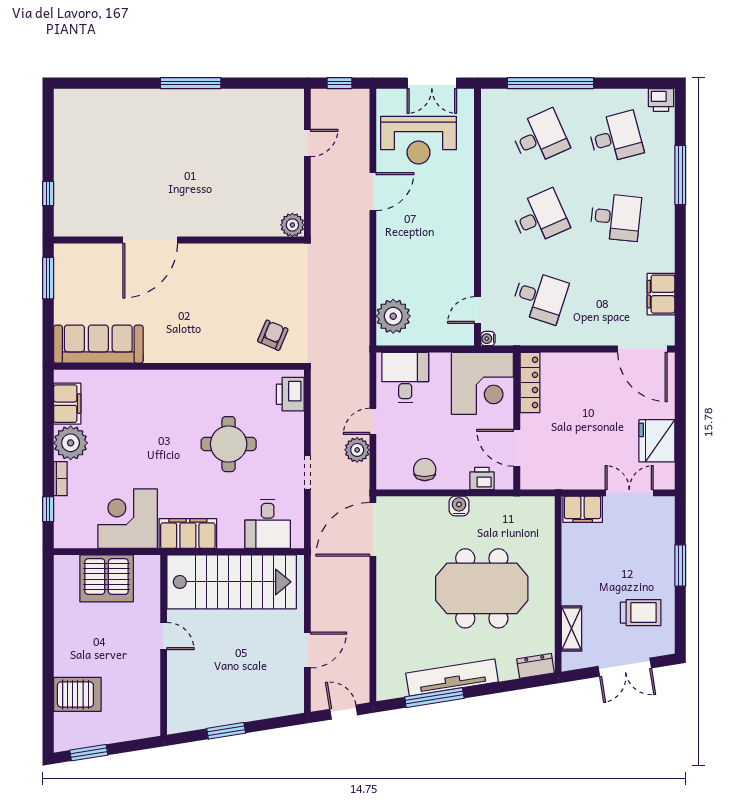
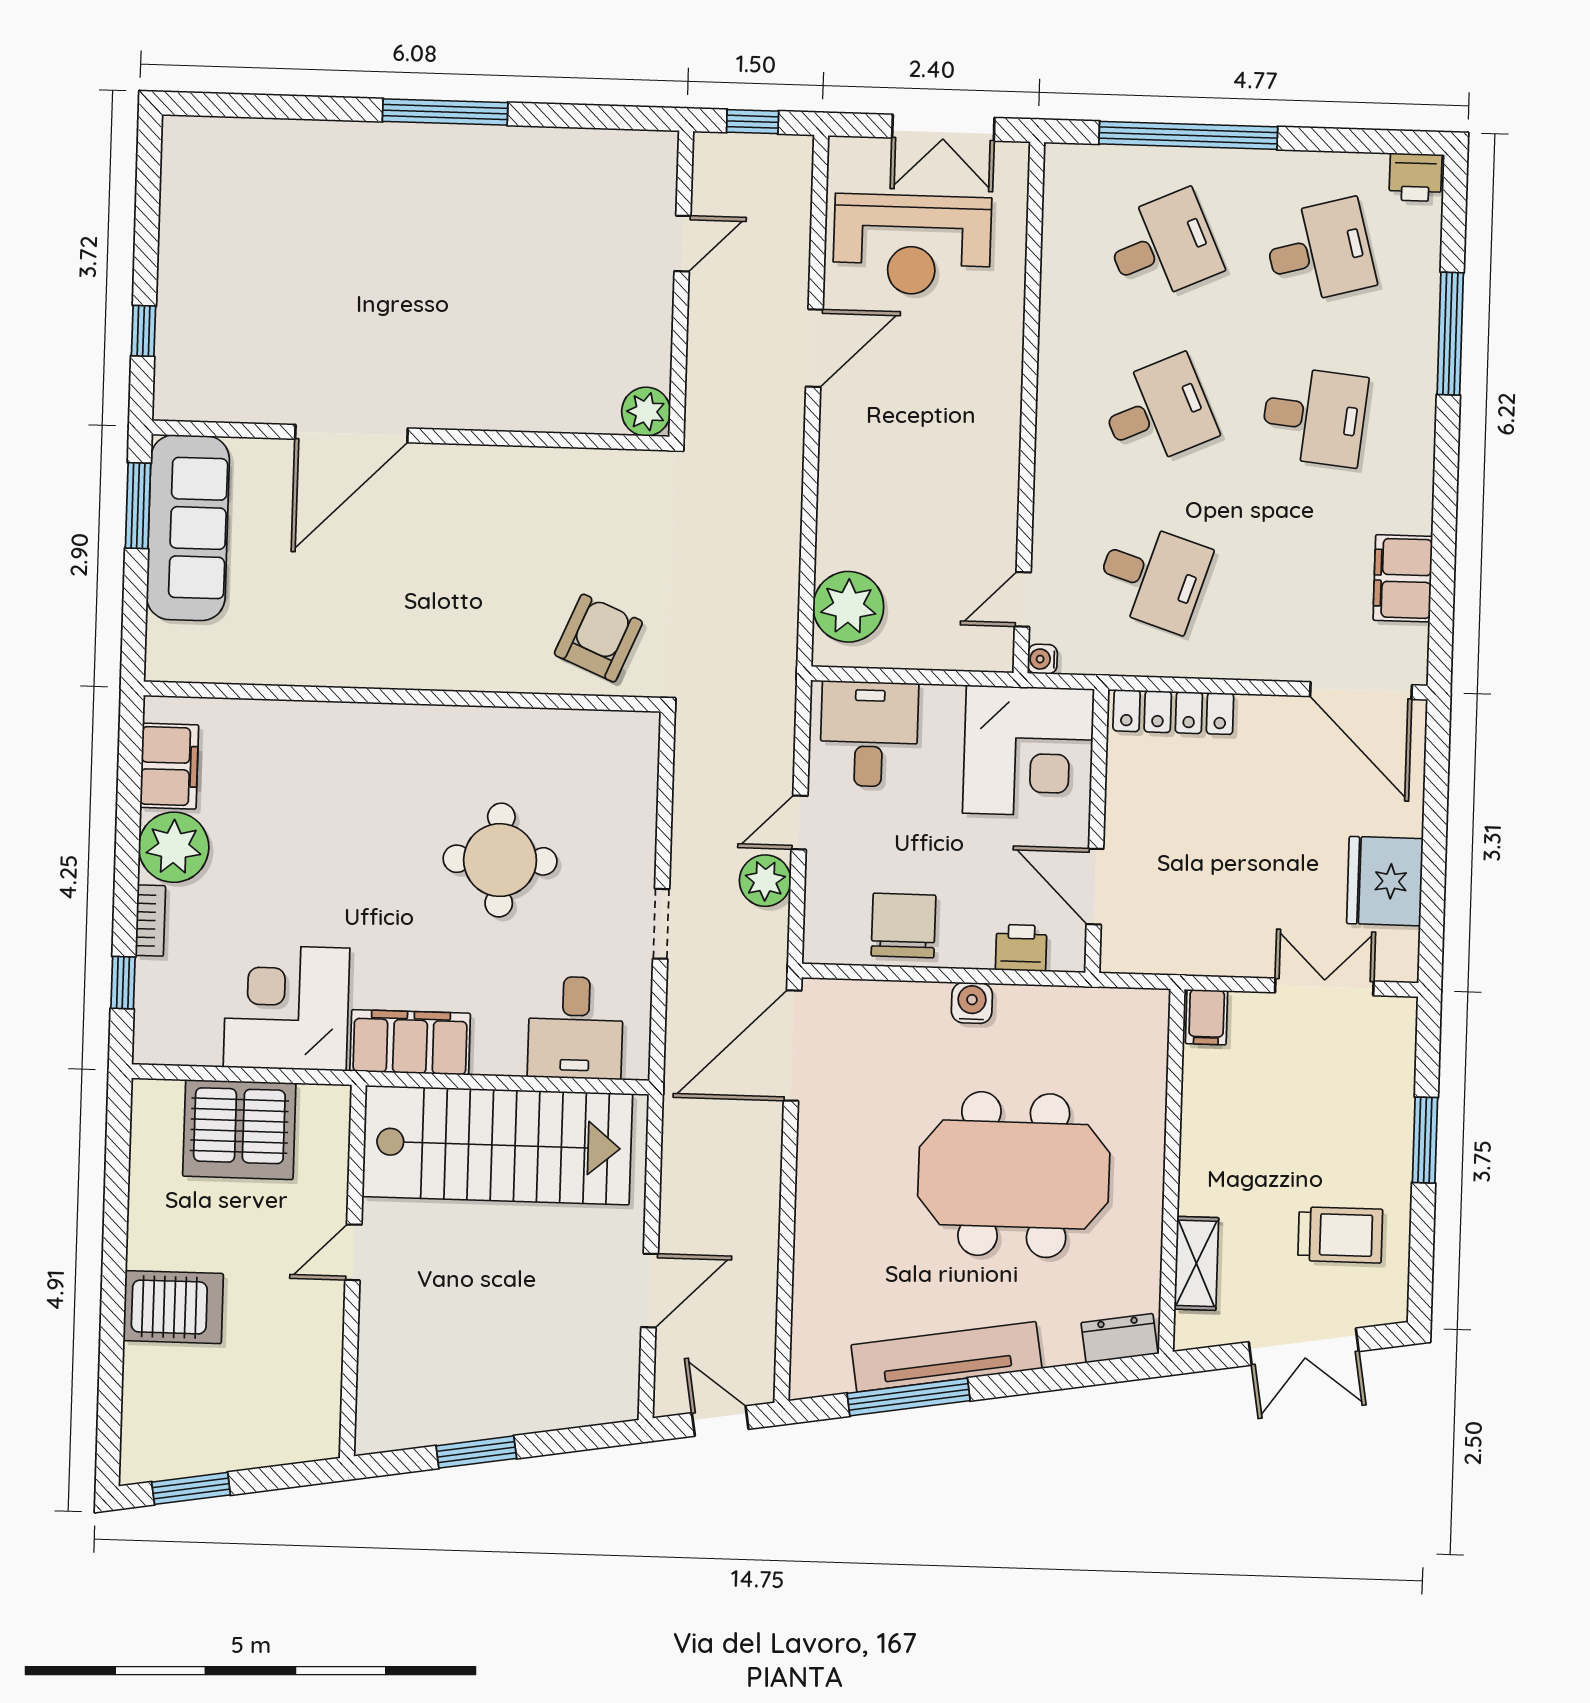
armchair: (273, 335) -> (598, 638), width x1.38, depth x1.38
sofa: (98, 344) -> (188, 528), moved, turned 90
locker: (530, 382) -> (1173, 712), moved, turned 90
printer: (290, 394) -> (631, 761), removed
chair: (425, 470) -> (903, 925), width x1.37, depth x1.37
filing cabinet: (583, 509) -> (1207, 1017), width x0.50
door: (164, 636) -> (353, 1252), swing flipped
server rack: (77, 694) -> (173, 1307), moved

